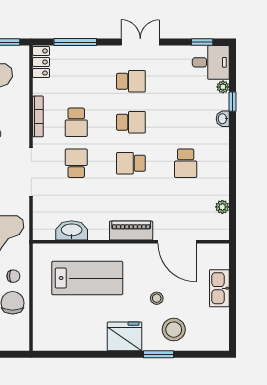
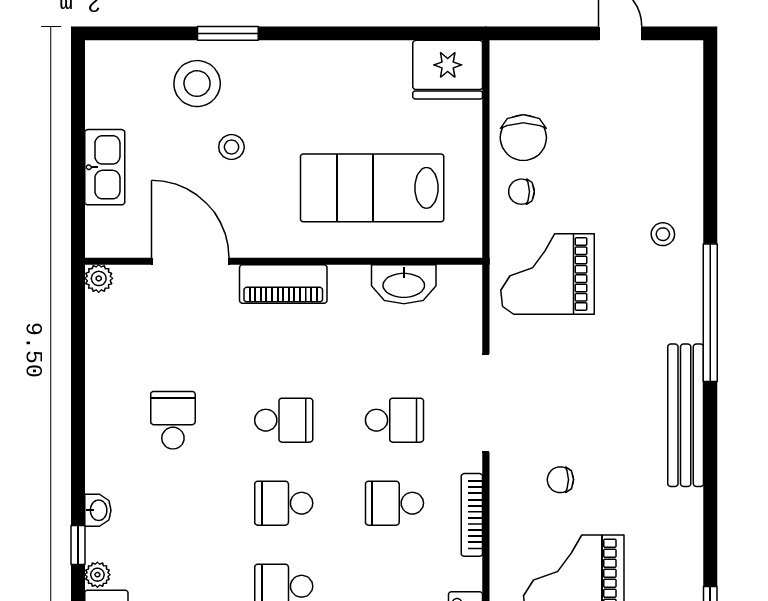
school desk: (76, 122) -> (394, 503), turned -90
school desk: (76, 163) -> (394, 420), turned -90
plant: (222, 207) -> (99, 278), moved
fridge: (125, 336) -> (448, 70), moved

